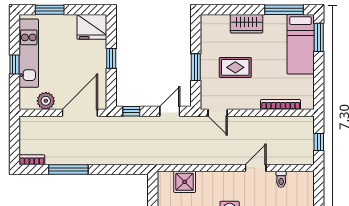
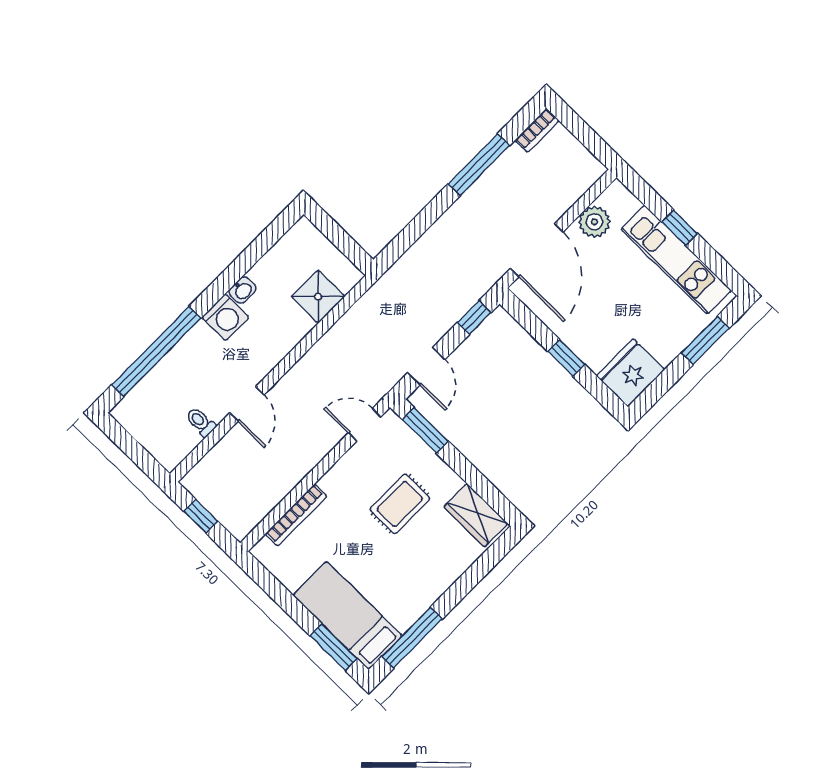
wardrobe: (247, 24) -> (476, 515), moved, turned -90
window: (196, 67) -> (425, 430), moved

